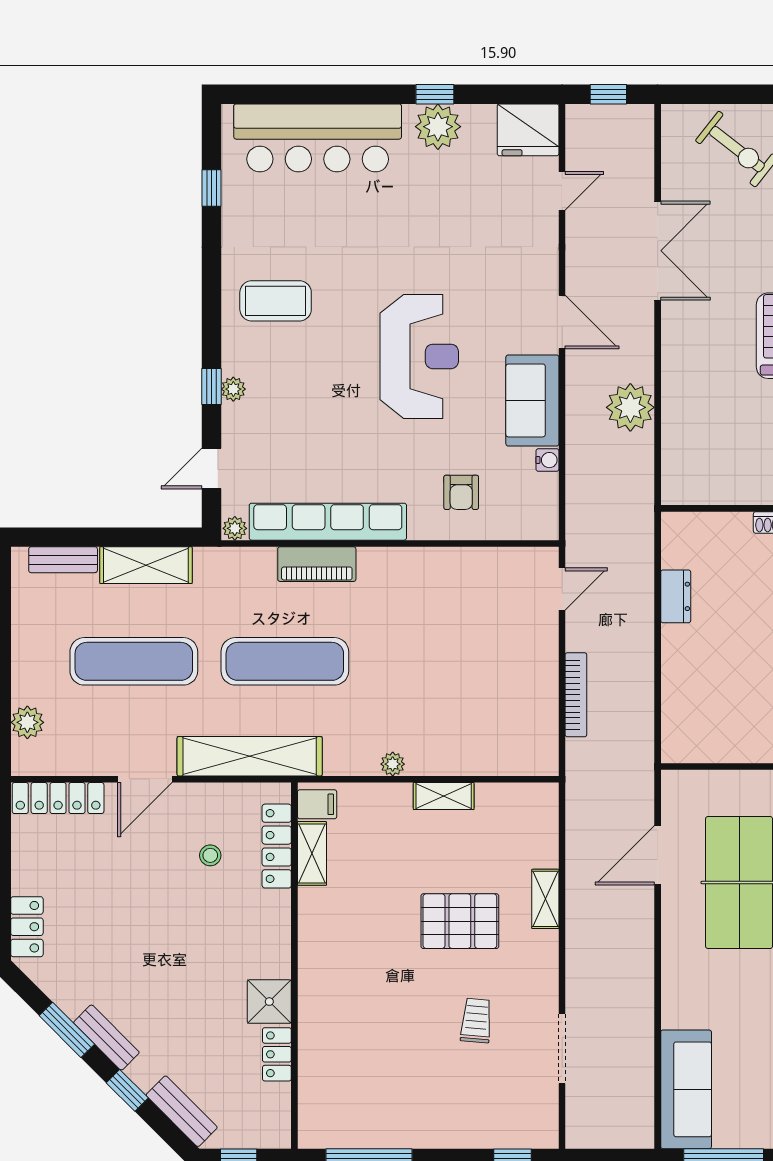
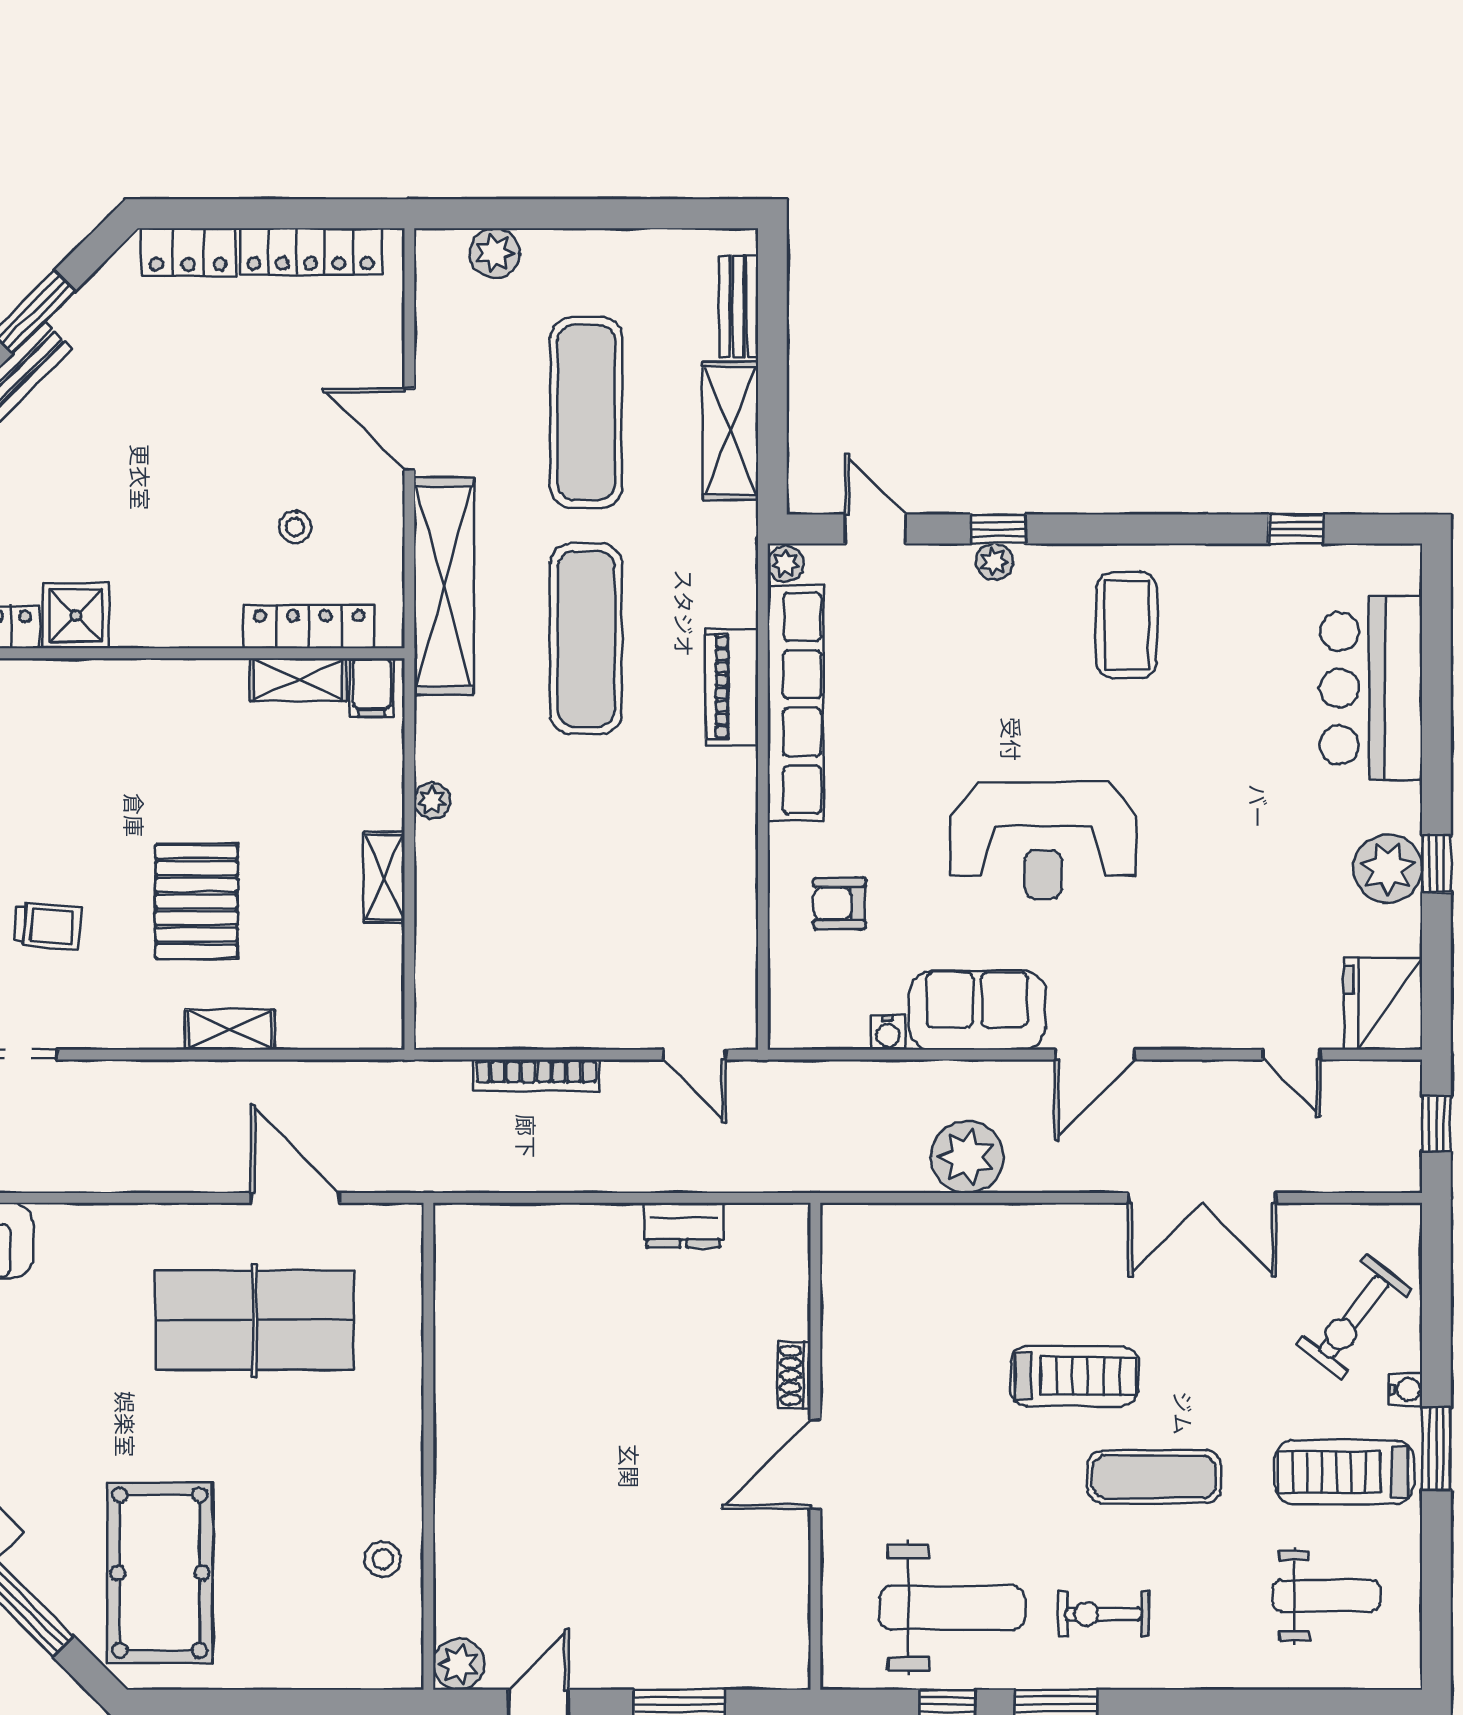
bar counter: (318, 138) -> (1371, 688), width x0.73
locker: (58, 798) -> (311, 252), moved, turned -90

